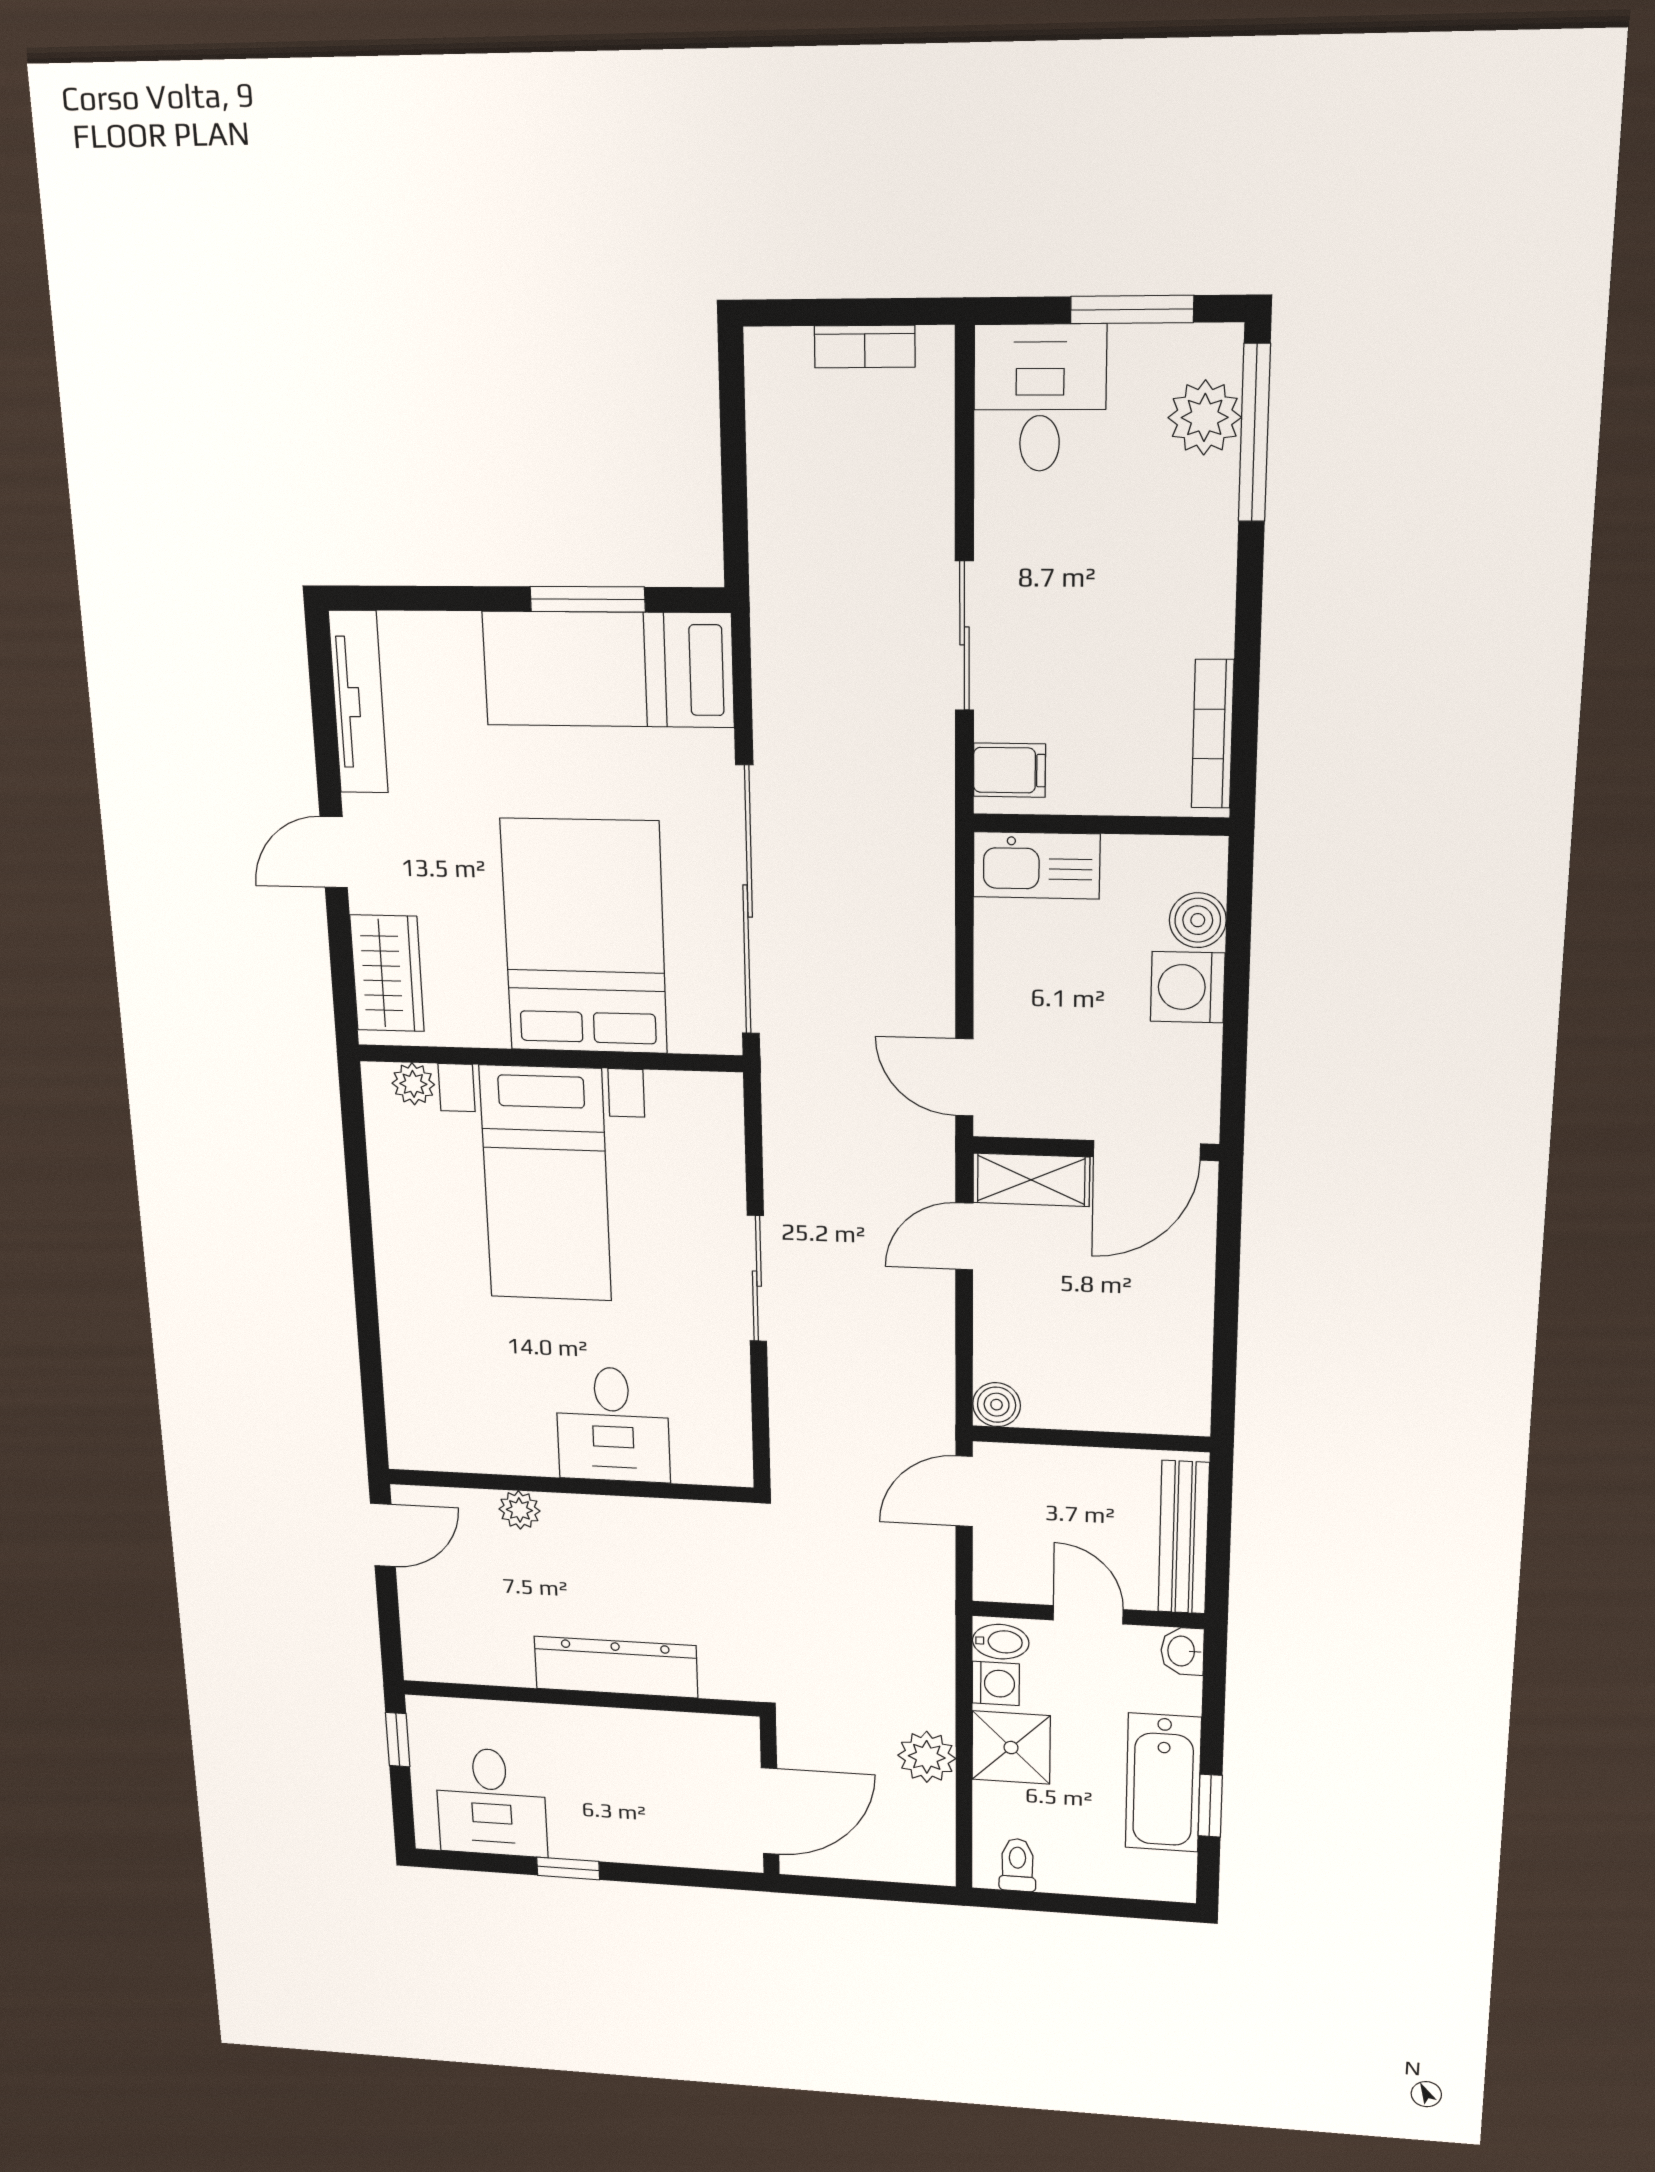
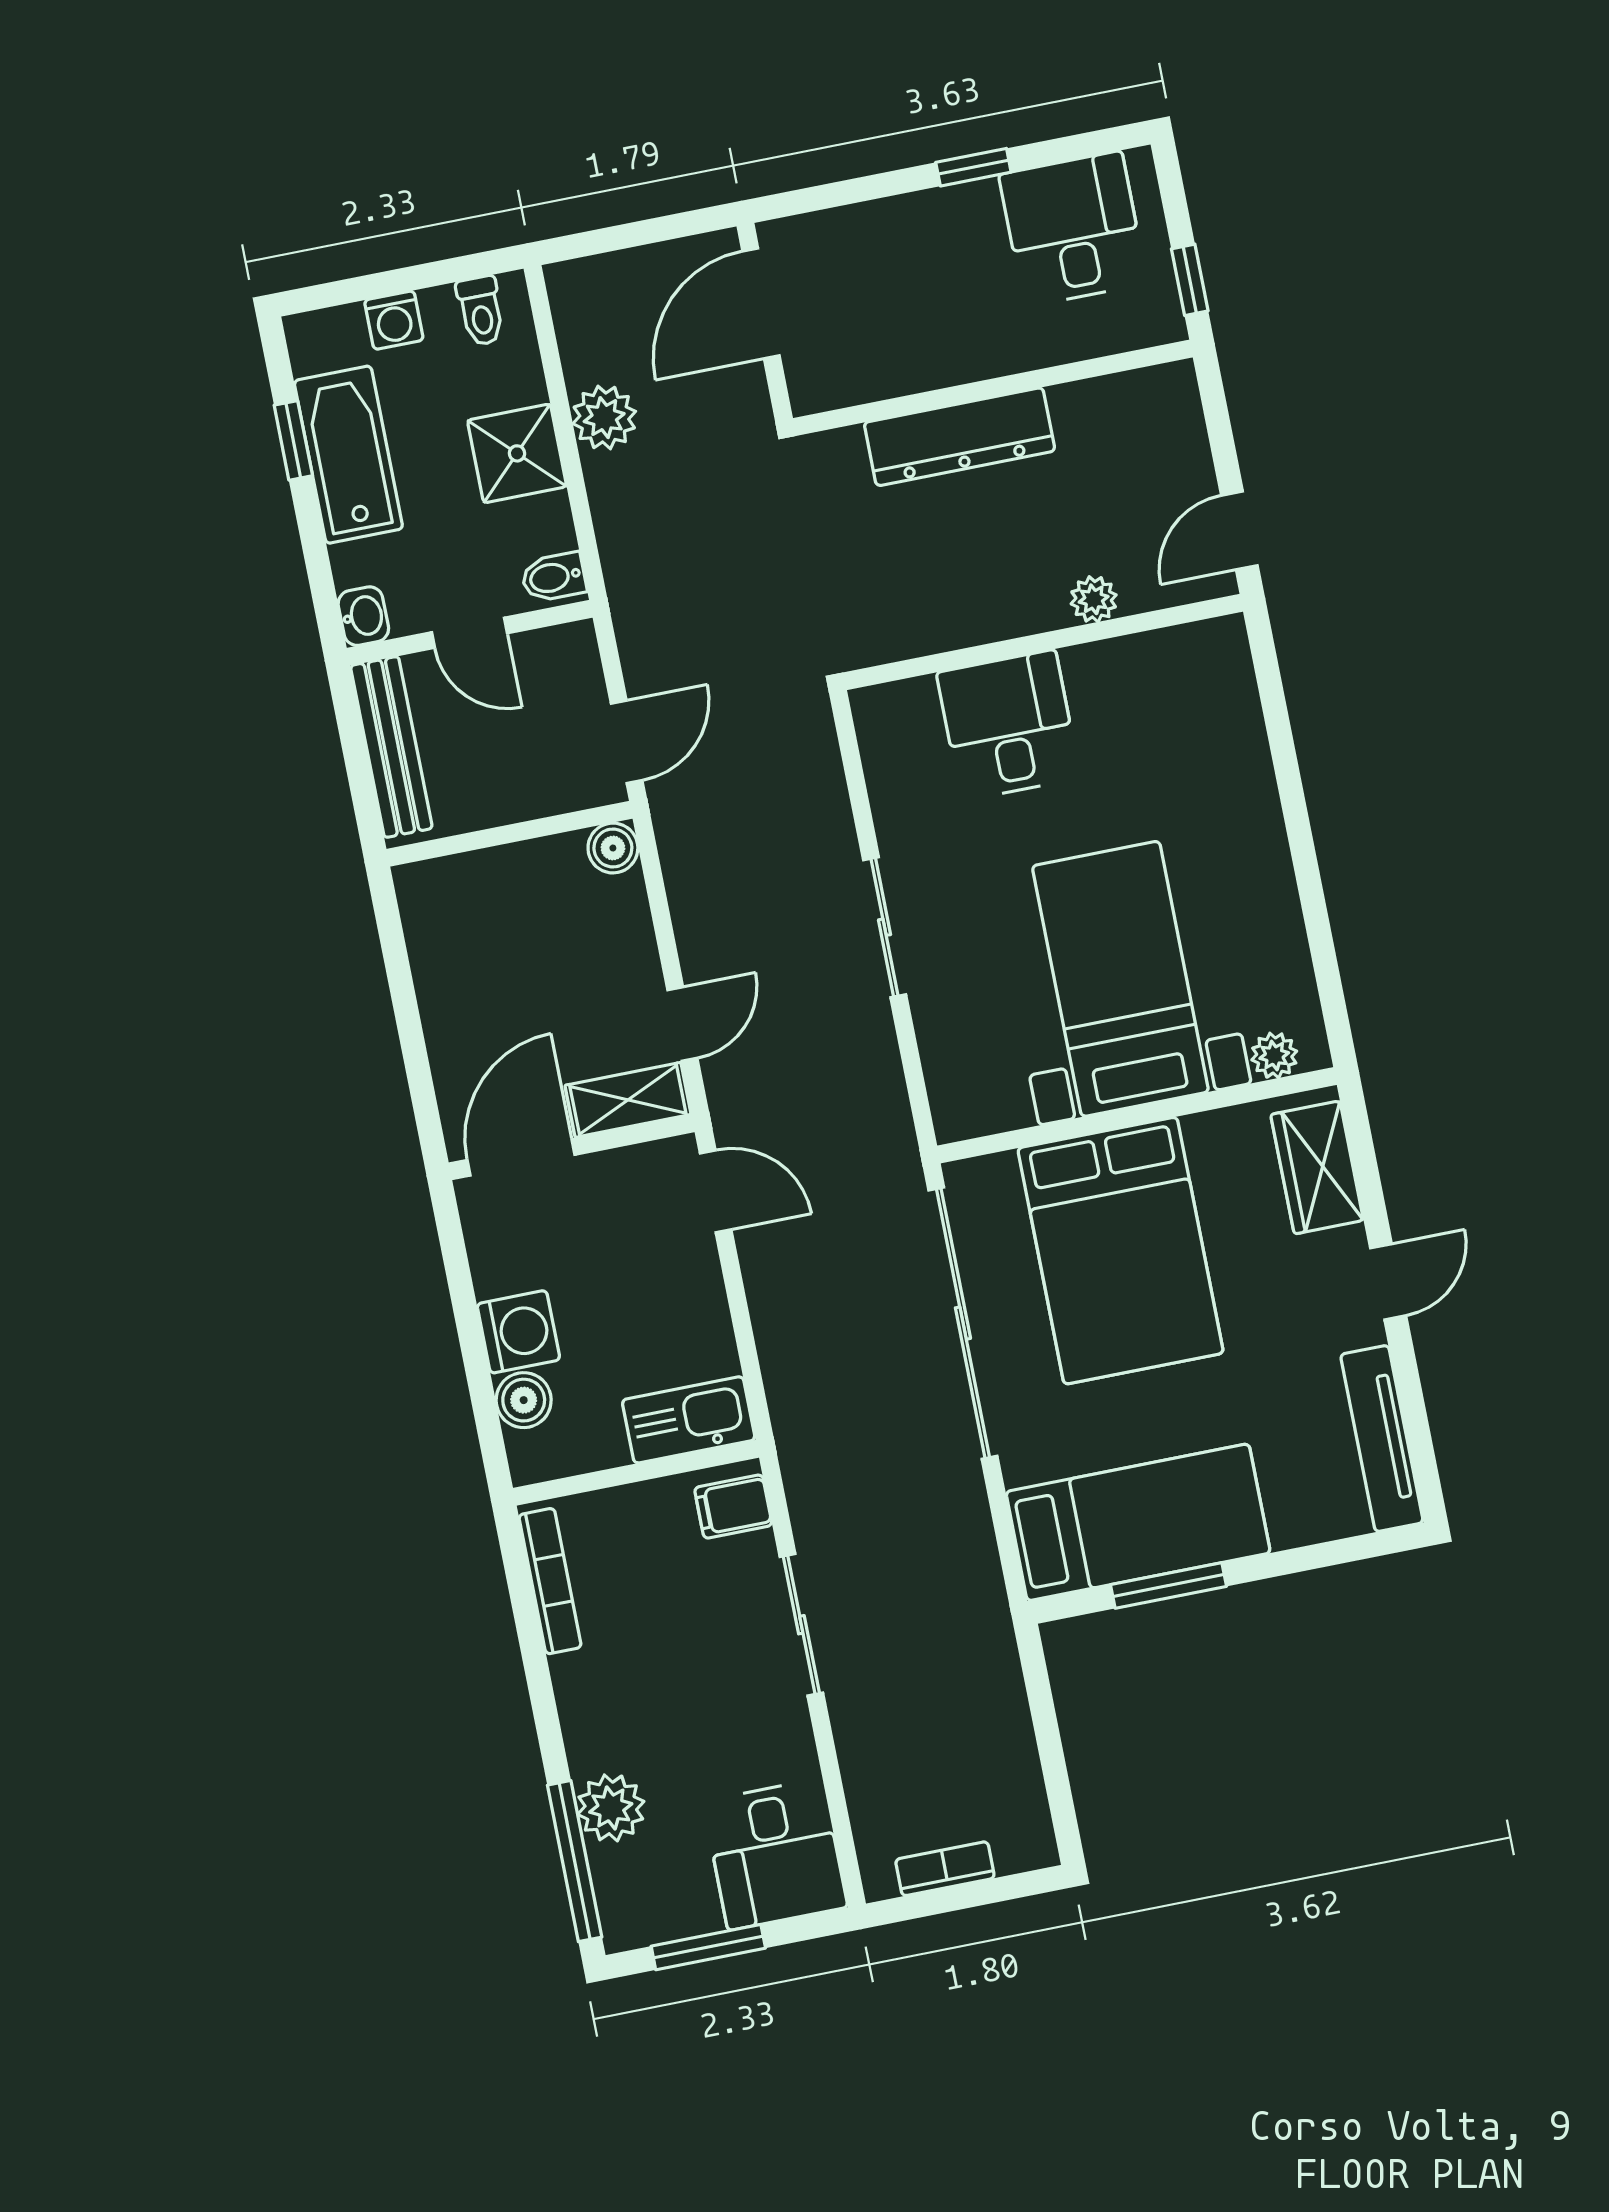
plant: (1205, 417) -> (611, 1808), moved
washing machine: (996, 1683) -> (394, 320), moved, turned -90

